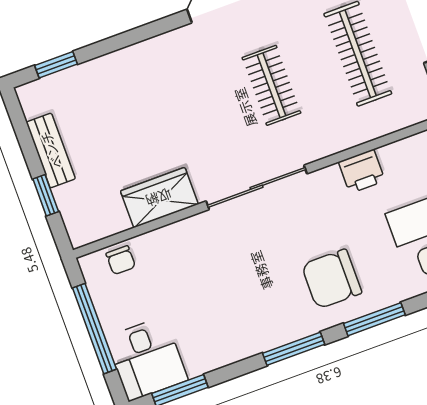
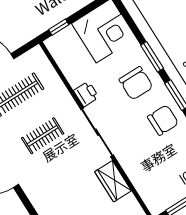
printer: (362, 171) -> (86, 94), moved
chair: (121, 260) -> (163, 120), moved, width x1.87, depth x1.87

